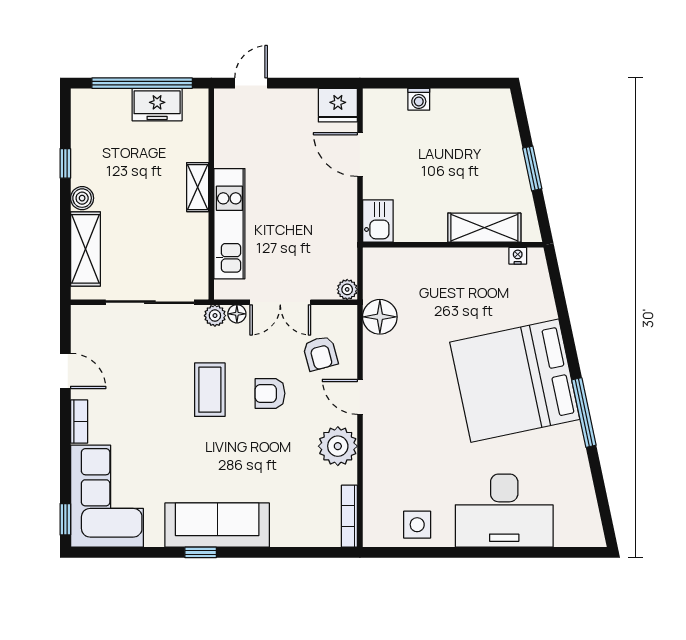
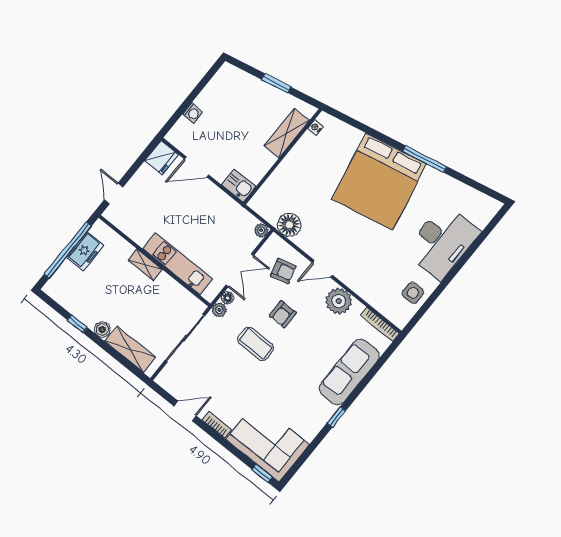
sofa: (217, 525) -> (349, 372), moved

